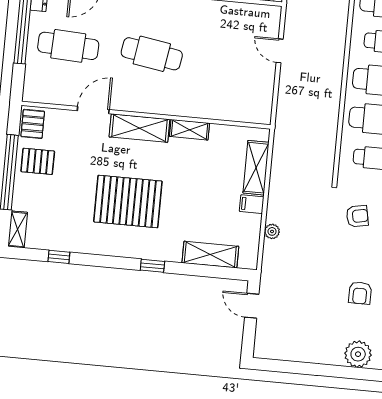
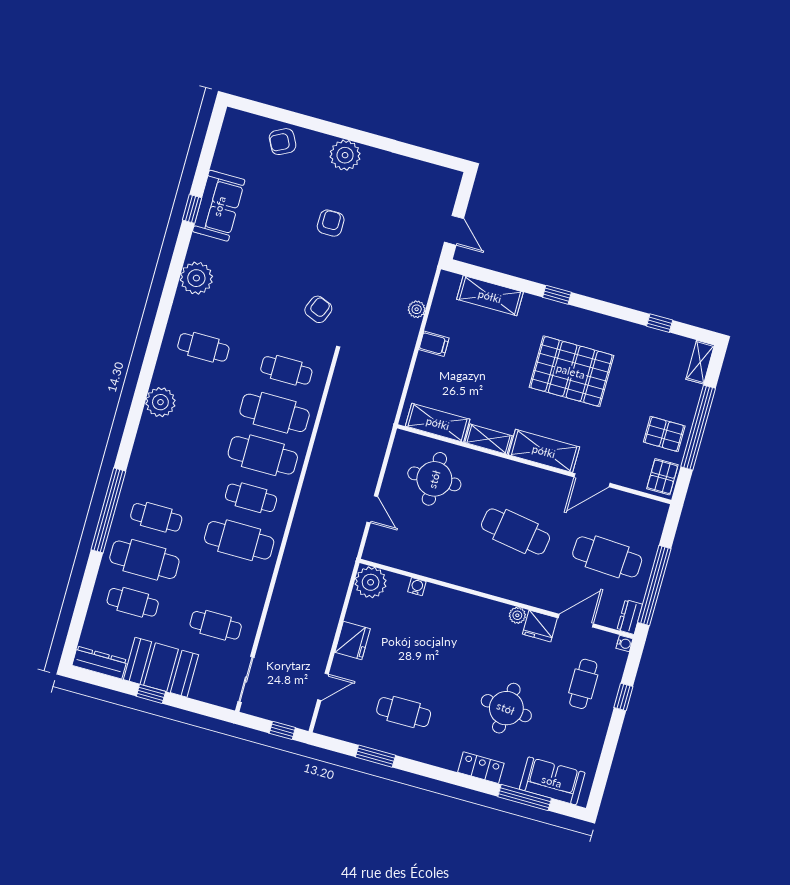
round table: (230, 87) -> (434, 479), added
shelving: (256, 168) -> (438, 423), moved, turned 90
armchair: (357, 216) -> (318, 309), turned 123

